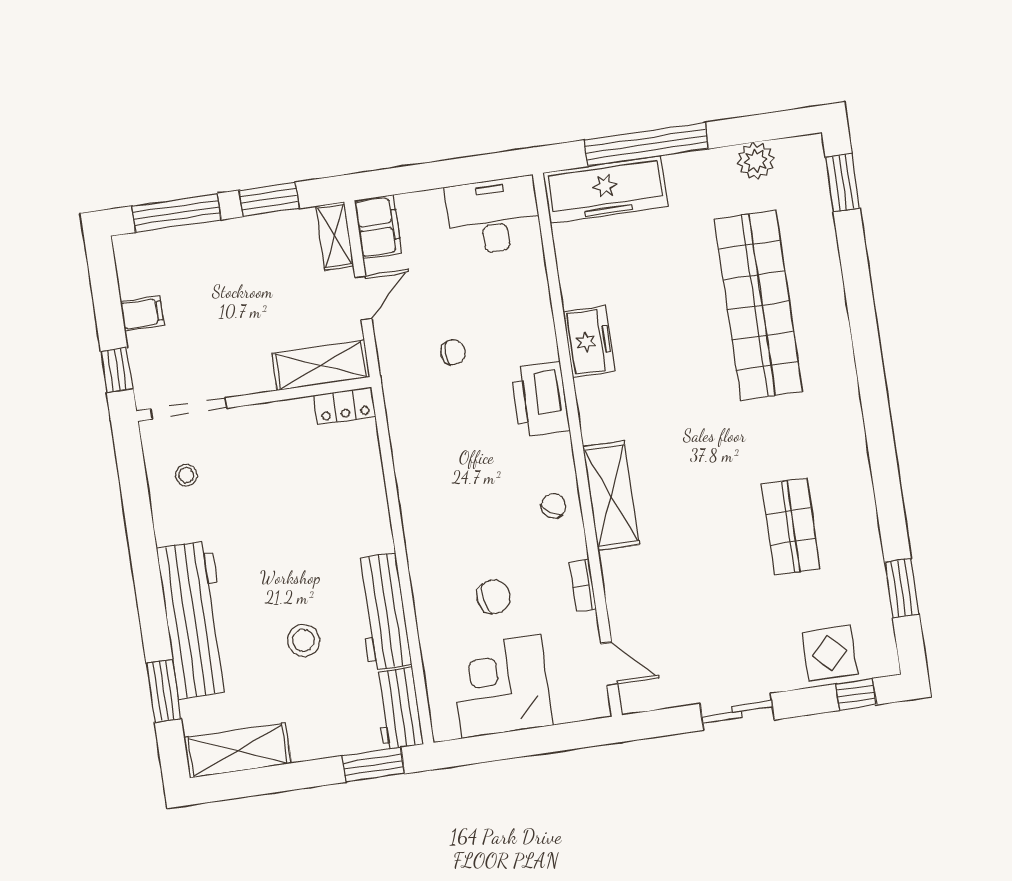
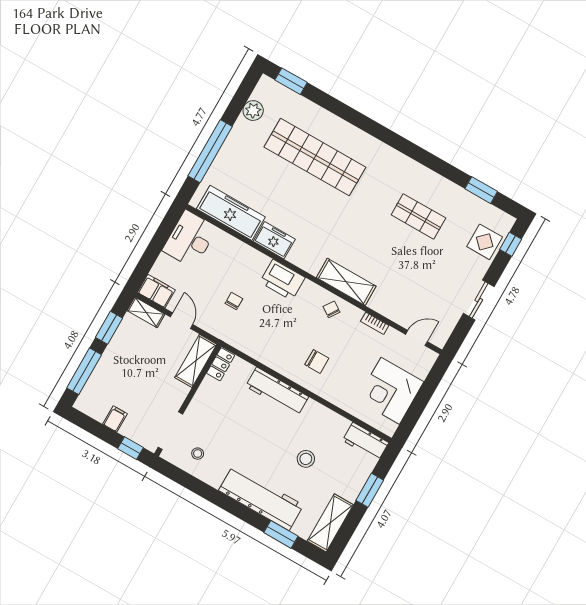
freezer: (605, 190) -> (231, 213), moved, turned -90
chair: (493, 597) -> (317, 361), moved, turned 100
workbench: (383, 612) -> (277, 391), moved
window: (373, 765) -> (370, 490), moved

